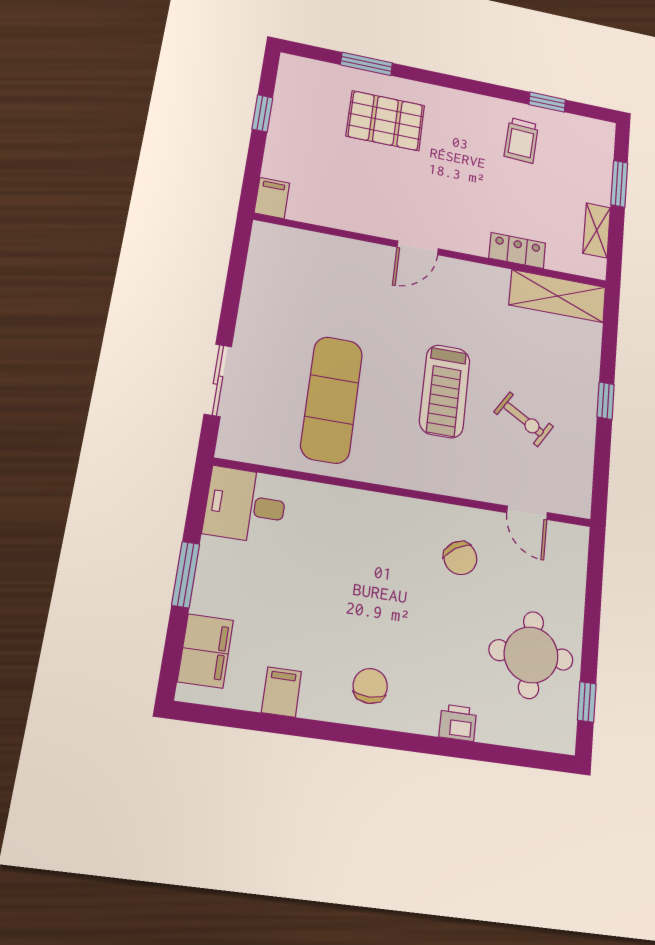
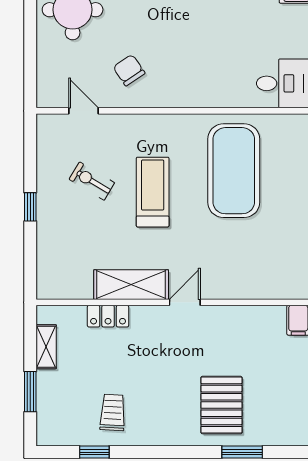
pallet: (385, 121) -> (221, 405), turned 90
shelving: (558, 296) -> (131, 285), moved
exercise mat: (332, 399) -> (234, 171), width x1.47

